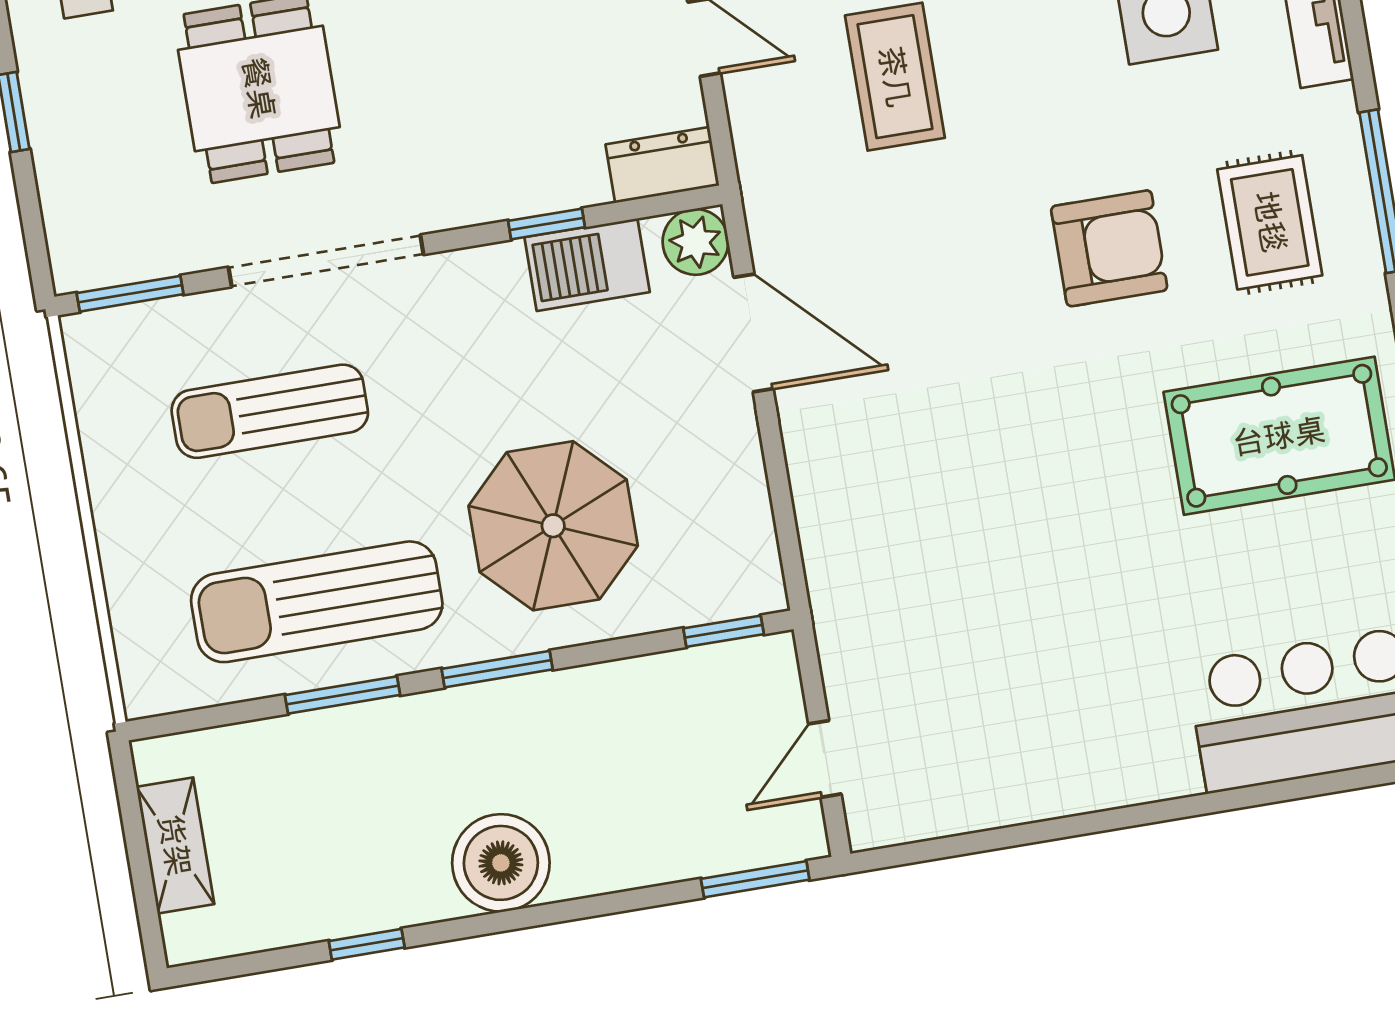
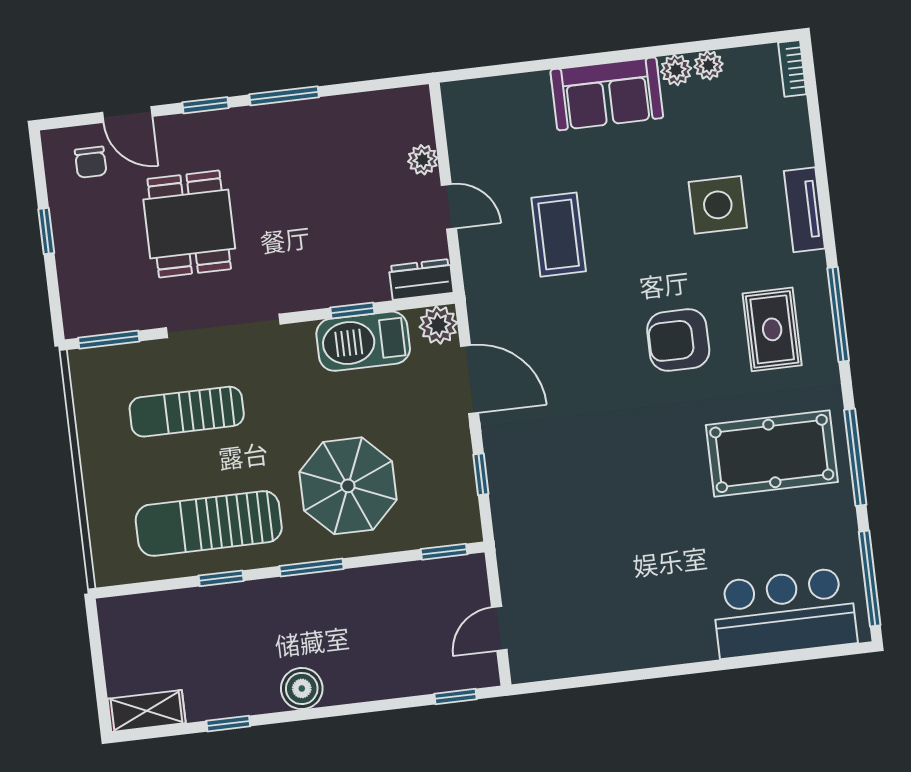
armchair: (1109, 248) -> (678, 340), turned 180
barbecue: (587, 265) -> (363, 341), width x1.37, depth x1.21
window: (781, 495) -> (481, 474), added
window: (343, 695) -> (221, 578), width x0.67
shelving: (175, 845) -> (147, 711), moved, turned 90
boiler: (501, 863) -> (302, 688), width x0.73, depth x0.73
window: (755, 879) -> (456, 696), width x0.67

